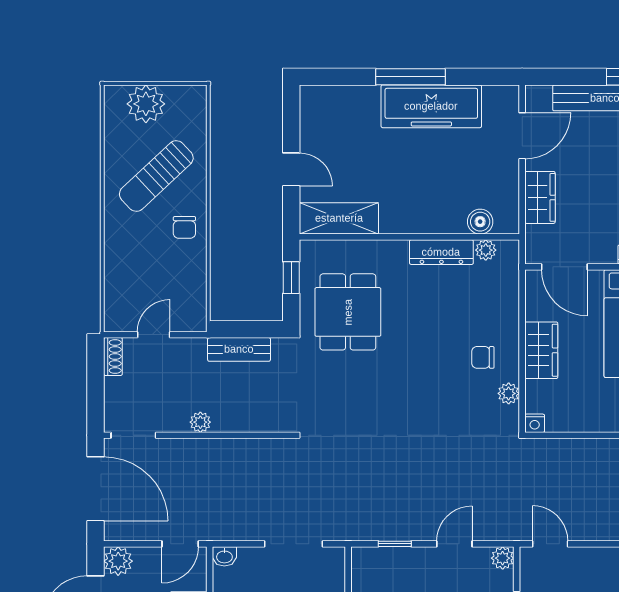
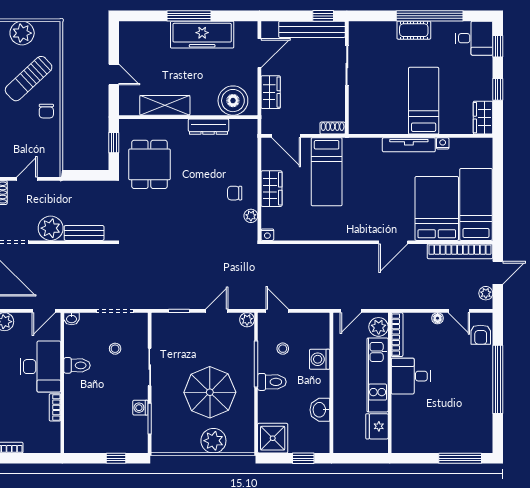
shelving: (339, 218) -> (165, 105), moved
boiler: (480, 222) -> (233, 101), width x1.86, depth x1.86
plant: (486, 250) -> (236, 125), removed
bench: (239, 349) -> (84, 233), moved
plant: (200, 422) -> (51, 228), width x1.88, depth x1.88

